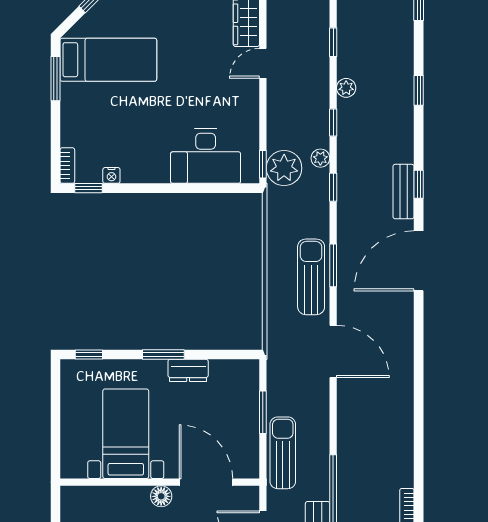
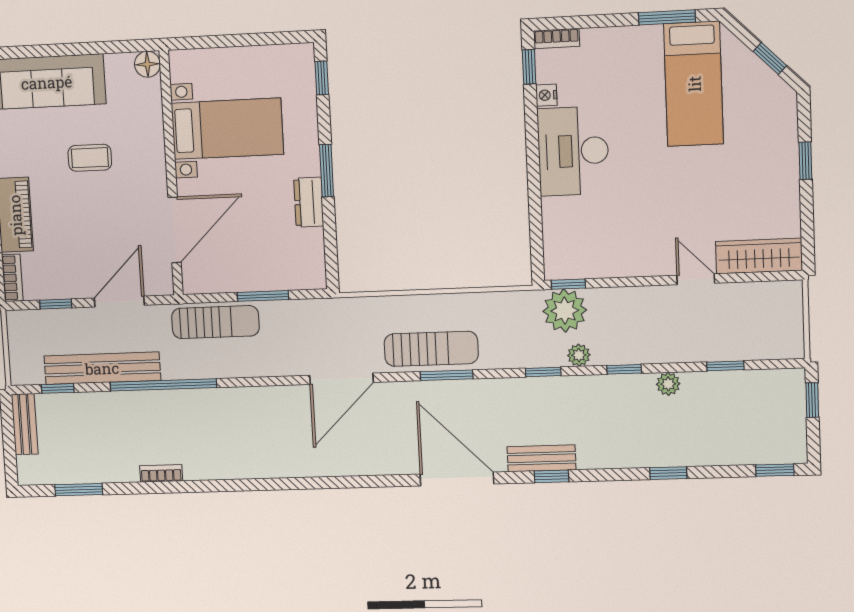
desk: (206, 156) -> (573, 151), moved
floor lamp: (161, 496) -> (147, 64), moved

